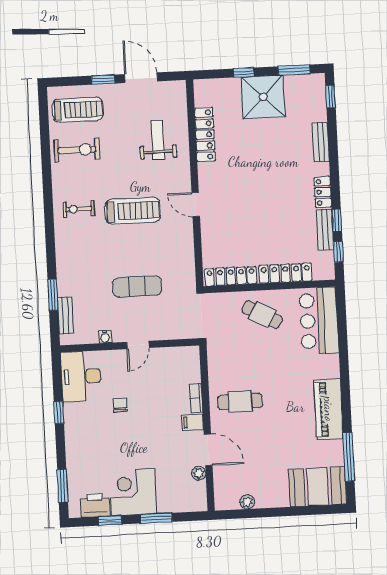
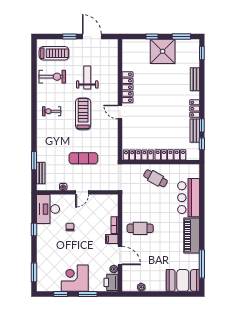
locker: (205, 135) -> (127, 87), moved
weight bench: (158, 140) -> (87, 77), moved
treadmill: (133, 211) -> (83, 114), turned -90
bar counter: (319, 321) -> (189, 198), moved
printer: (95, 505) -> (111, 282), moved, turned -90

